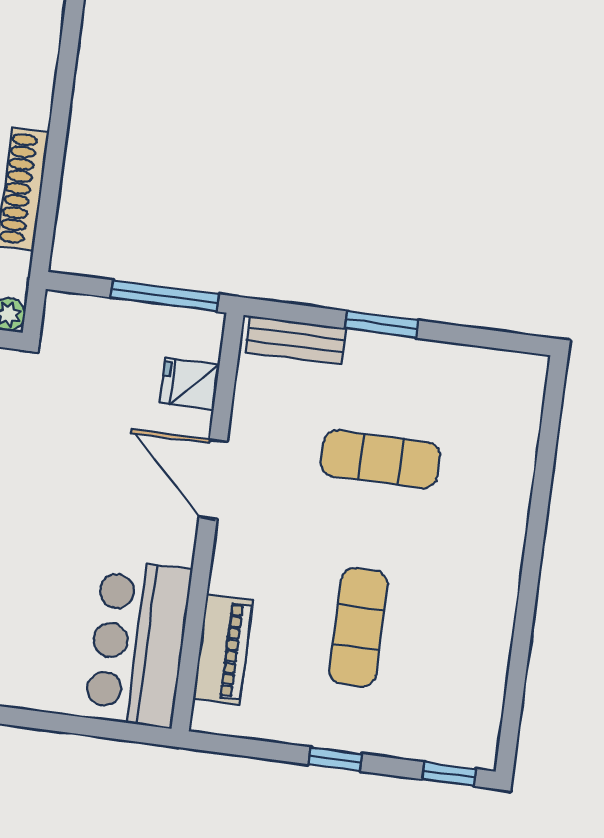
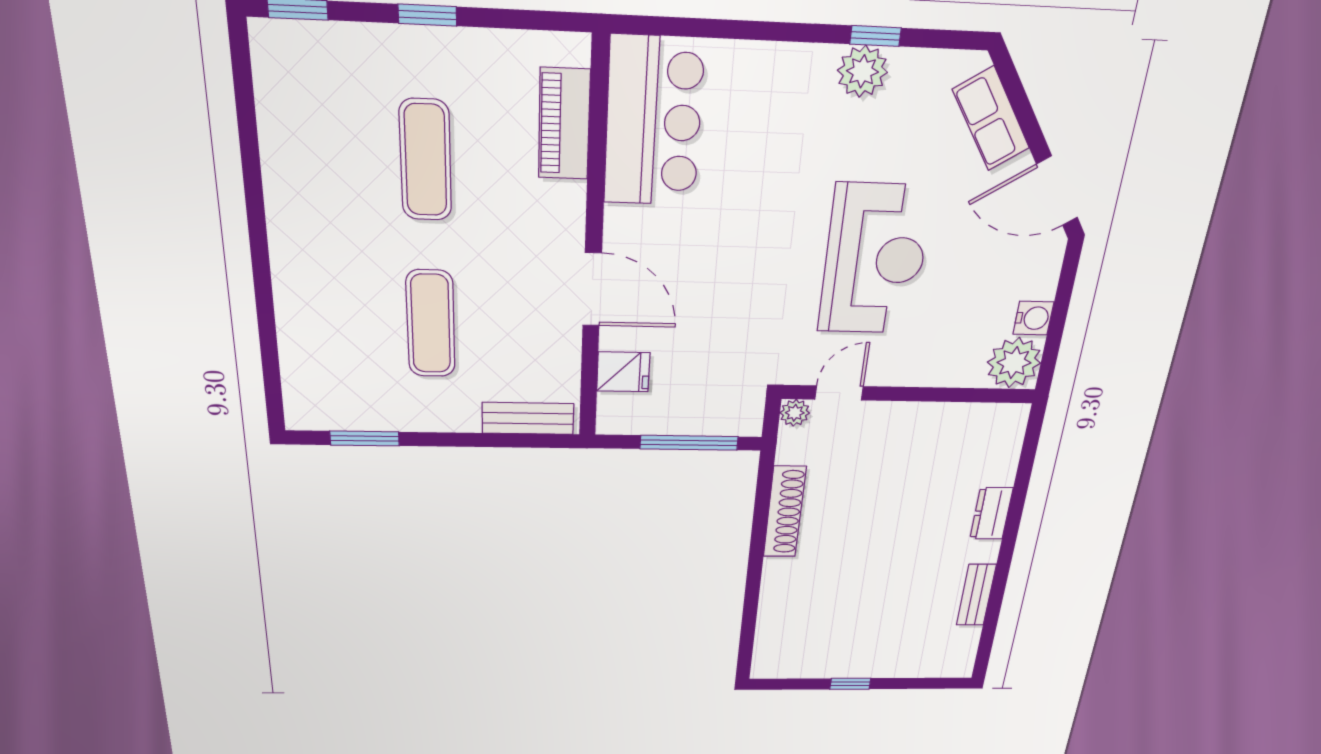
window: (165, 296) -> (689, 443), moved
window: (382, 324) -> (365, 438), moved
exercise mat: (381, 459) -> (431, 324), turned 90

